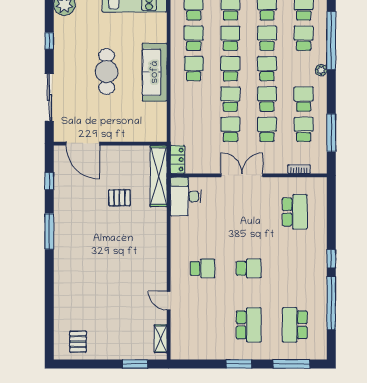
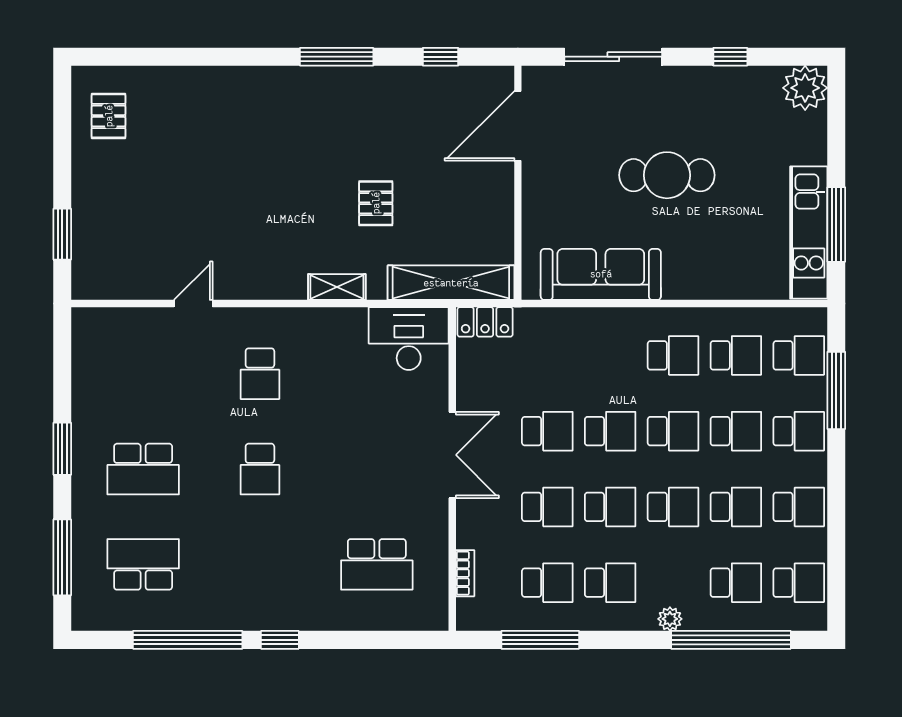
sofa: (155, 72) -> (601, 274), moved
pallet: (119, 198) -> (376, 203), moved
shelving: (161, 339) -> (337, 287), moved
pallet: (78, 342) -> (109, 116), turned 90

